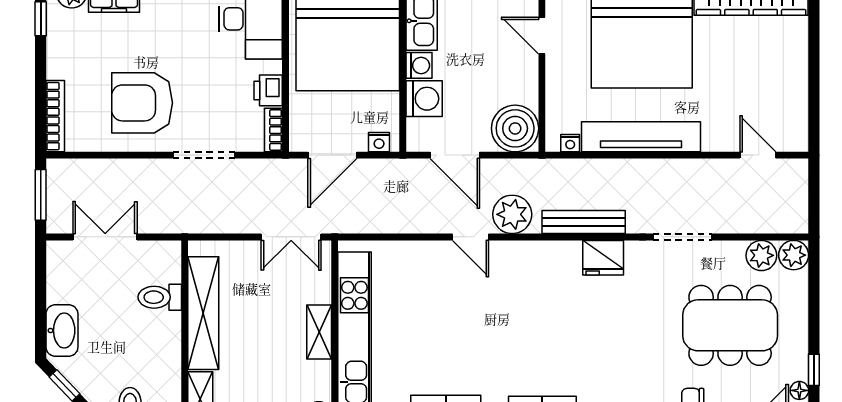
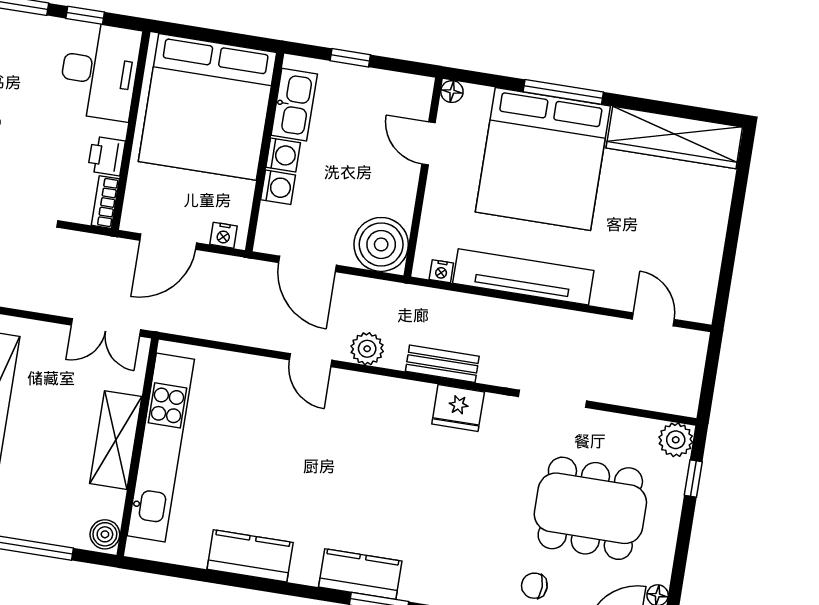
washing machine: (424, 99) -> (278, 187), width x0.73, depth x0.73
plant: (512, 214) -> (367, 349), width x0.73, depth x0.73
bench: (584, 222) -> (442, 364), width x0.73
plant: (761, 255) -> (639, 434), removed
shelving: (319, 332) -> (116, 440), width x1.50, depth x1.33
window: (814, 370) -> (693, 479), moved

